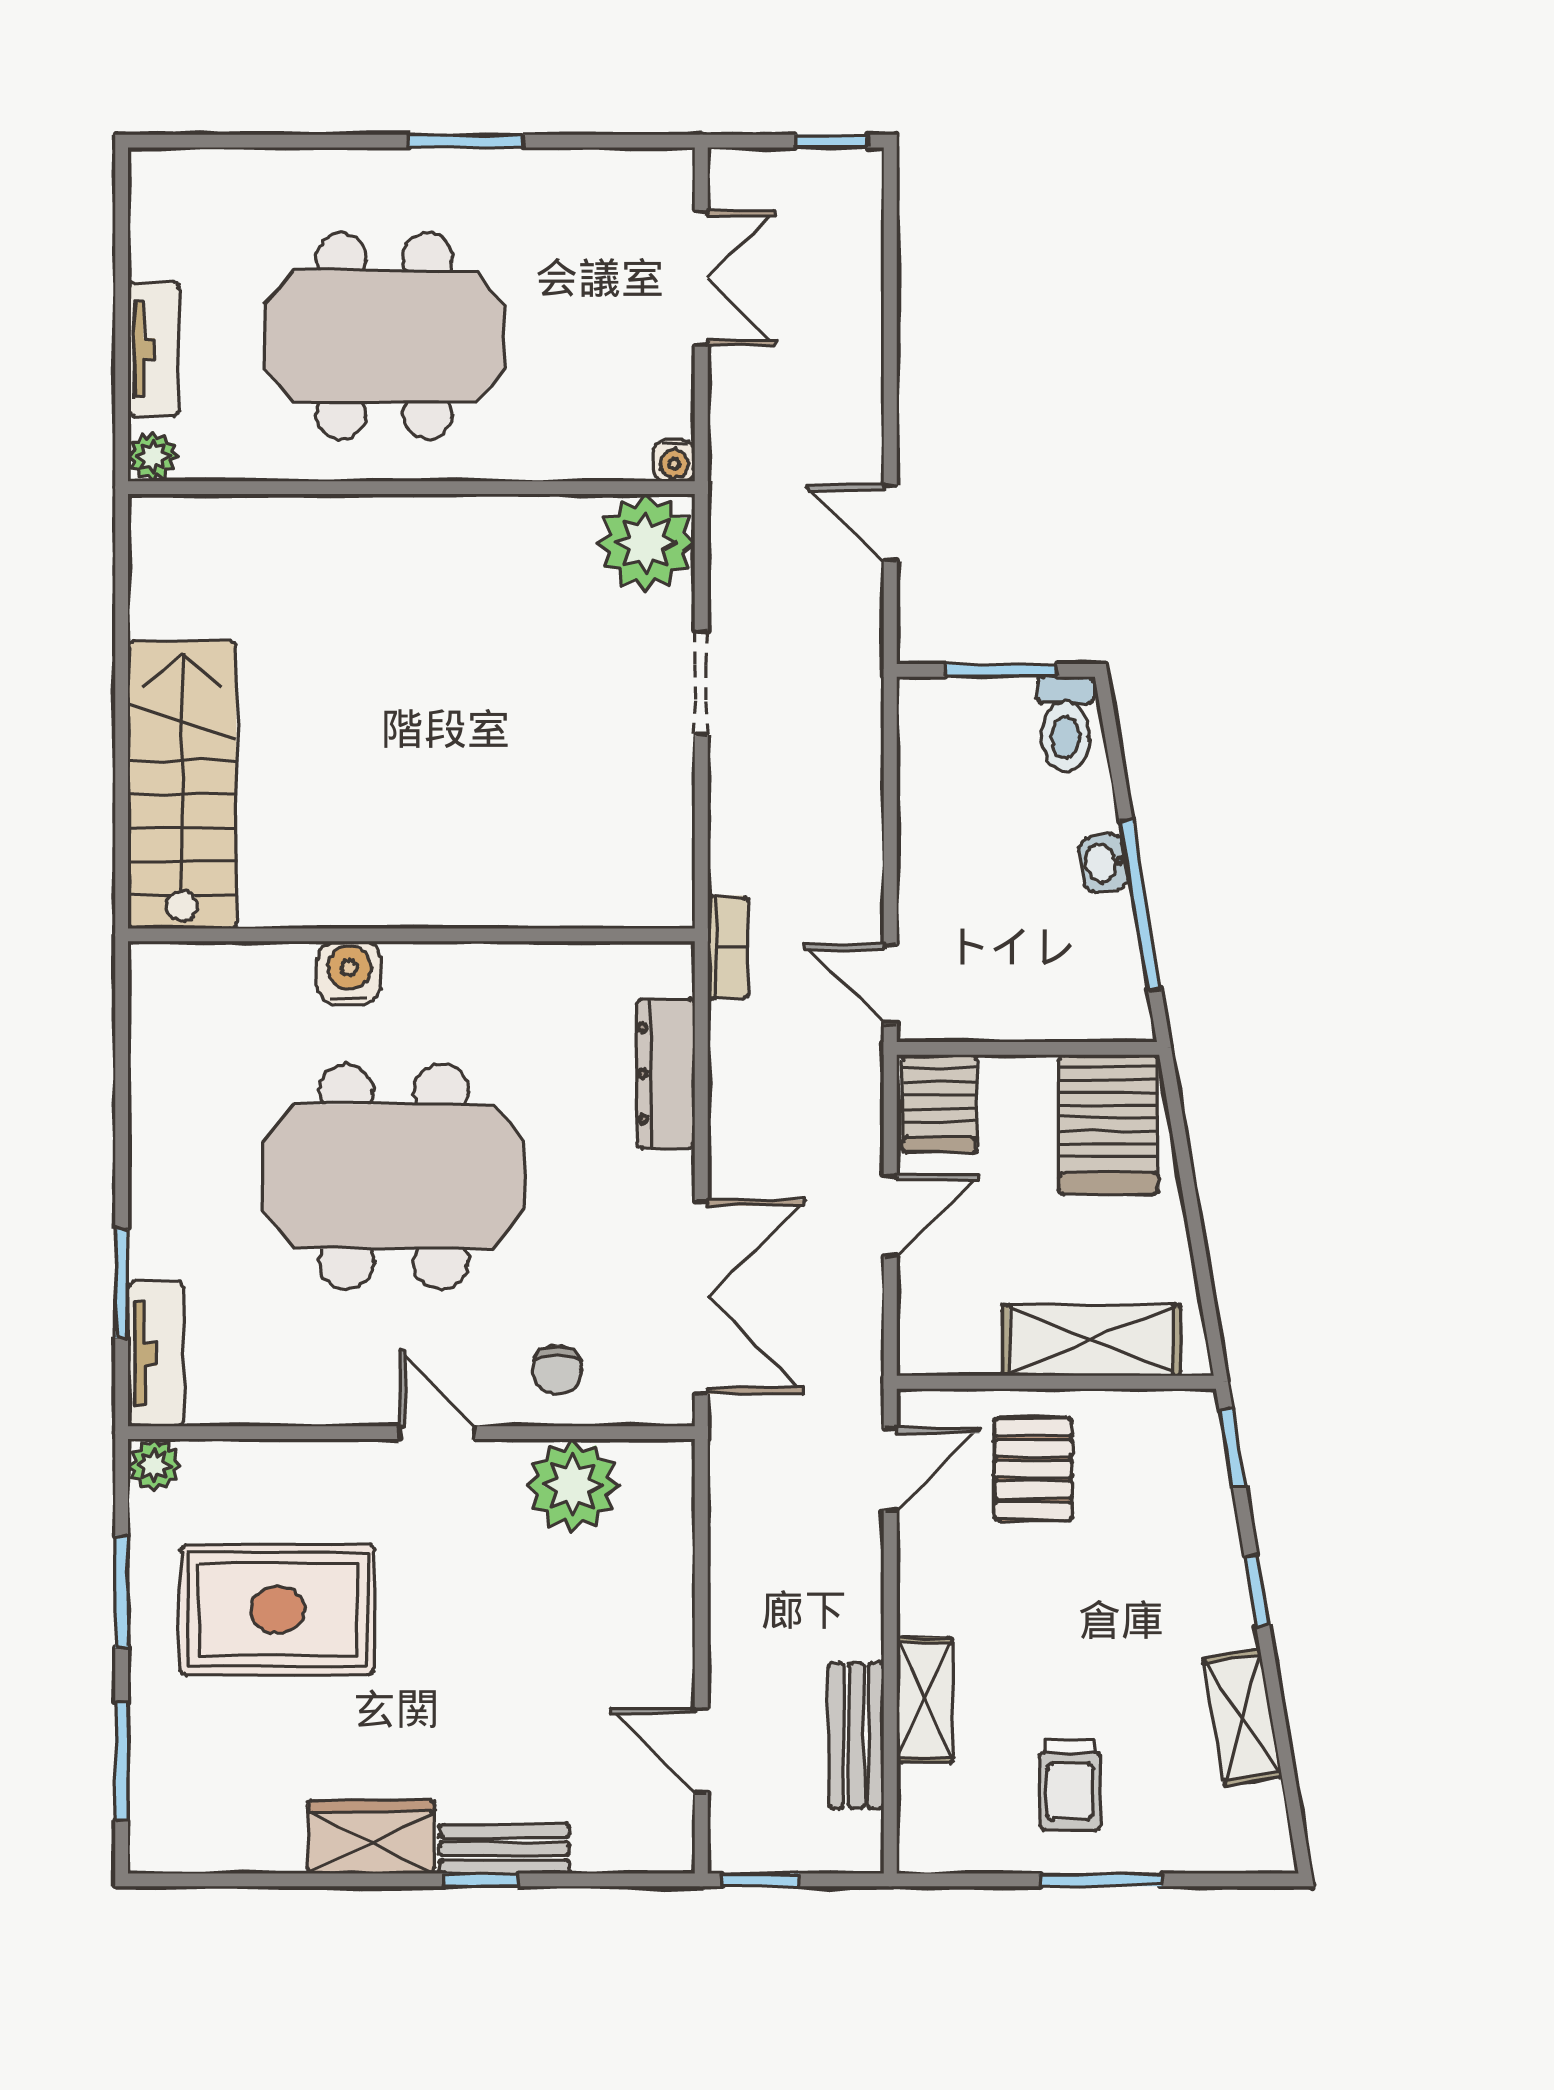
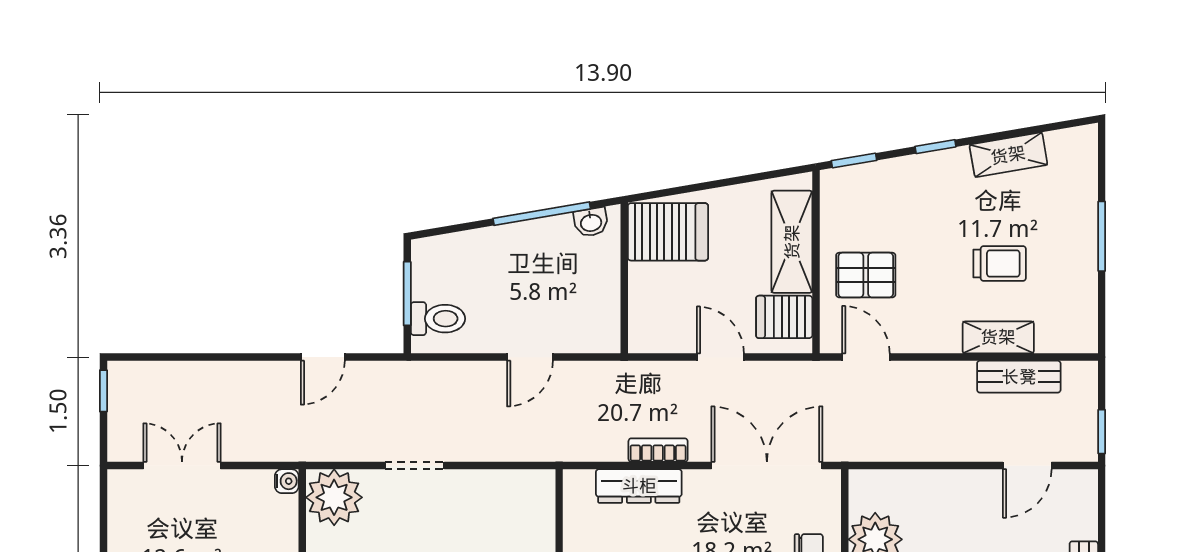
toilet: (1065, 724) -> (438, 319), moved
washbasin: (1104, 863) -> (591, 222), moved
bookcase: (728, 947) -> (658, 450), moved
door: (890, 984) -> (530, 357), moved
server rack: (940, 1104) -> (784, 317), moved, turned 180
trolley: (1070, 1785) -> (1000, 263), moved

